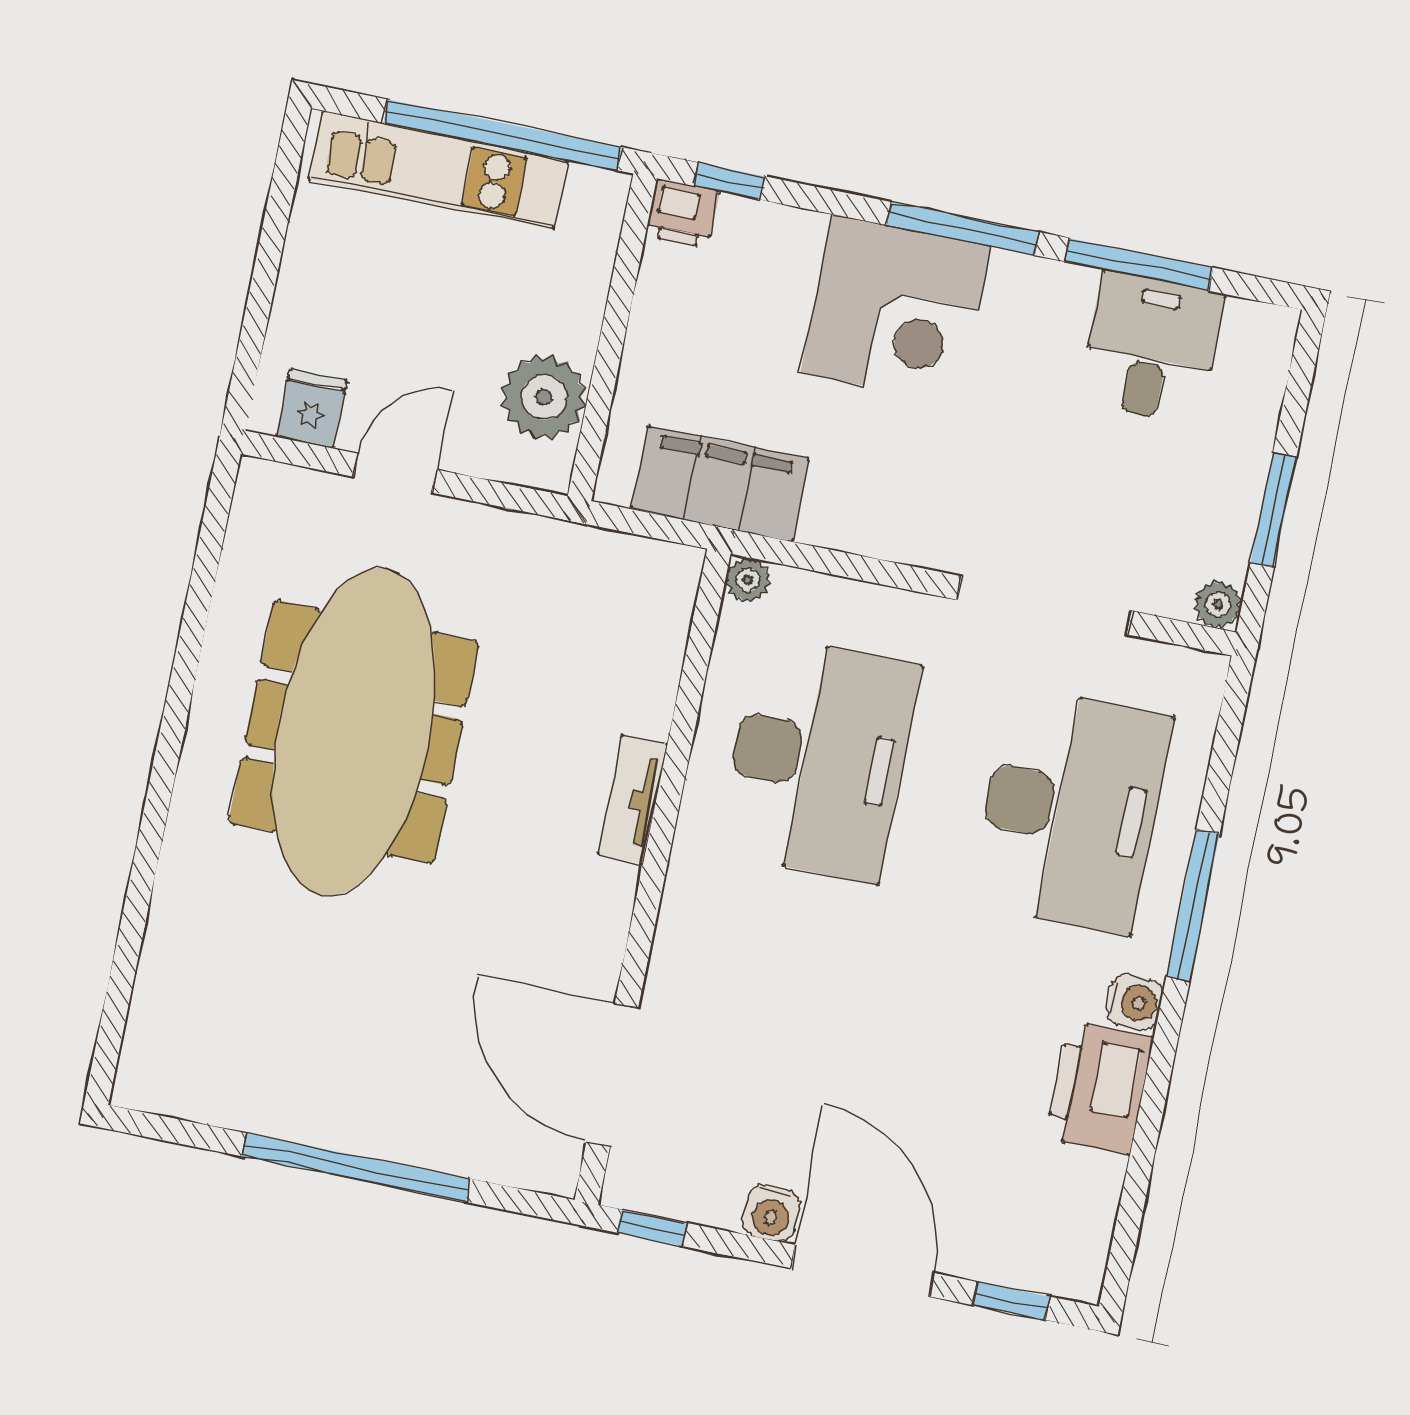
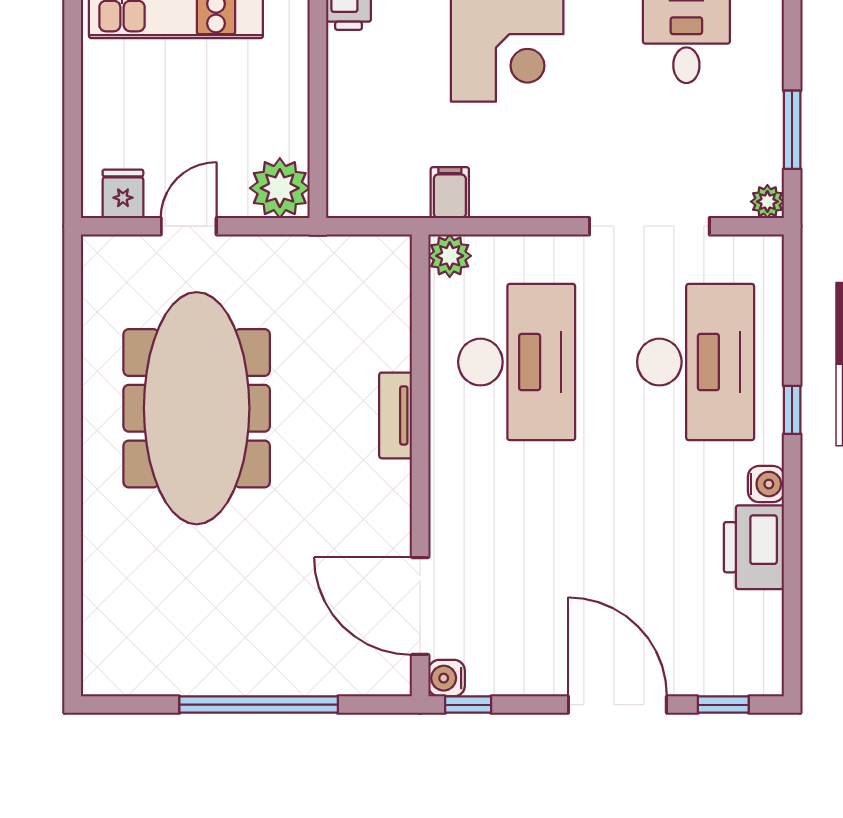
plant: (544, 397) -> (280, 188), moved
filing cabinet: (720, 484) -> (450, 193), width x0.33, depth x0.86
plant: (748, 580) -> (450, 256), width x1.38, depth x1.38
window: (1193, 905) -> (792, 410), width x0.46
water cooler: (772, 1213) -> (447, 678), moved, turned 90

